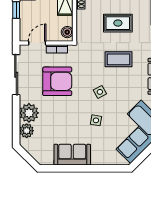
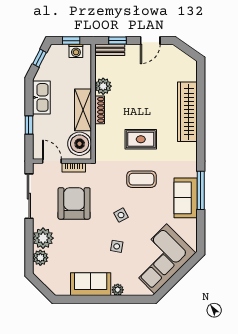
boiler: (67, 32) -> (80, 144), width x1.86, depth x1.86
door: (37, 43) -> (52, 161), hinge flipped
armchair: (57, 81) -> (74, 203), turned -90
plant: (97, 160) -> (118, 290), added

